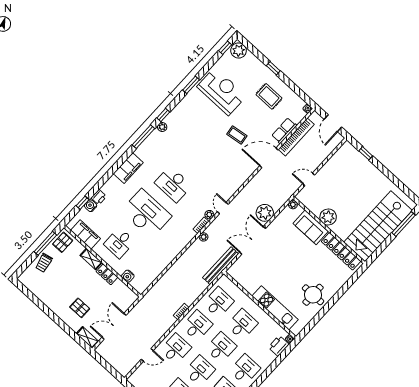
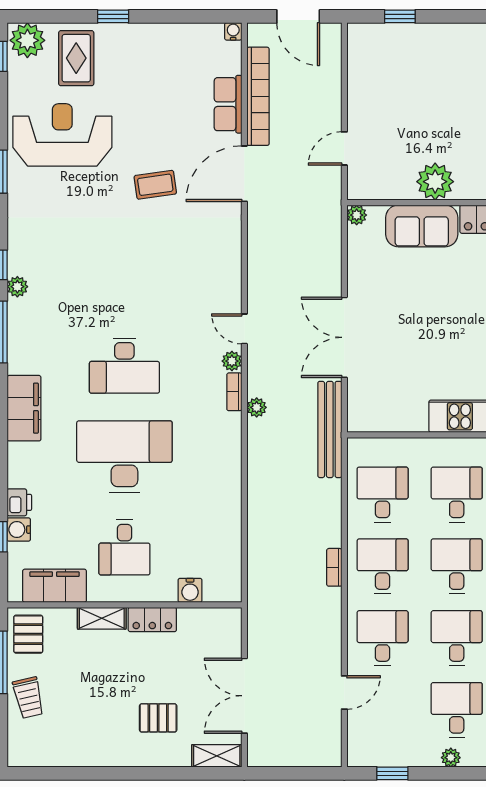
rug: (269, 96) -> (76, 58), moved, turned 90
plant: (265, 213) -> (322, 272), removed

